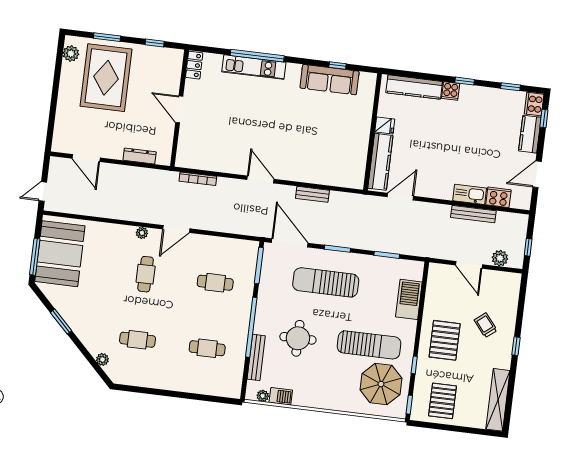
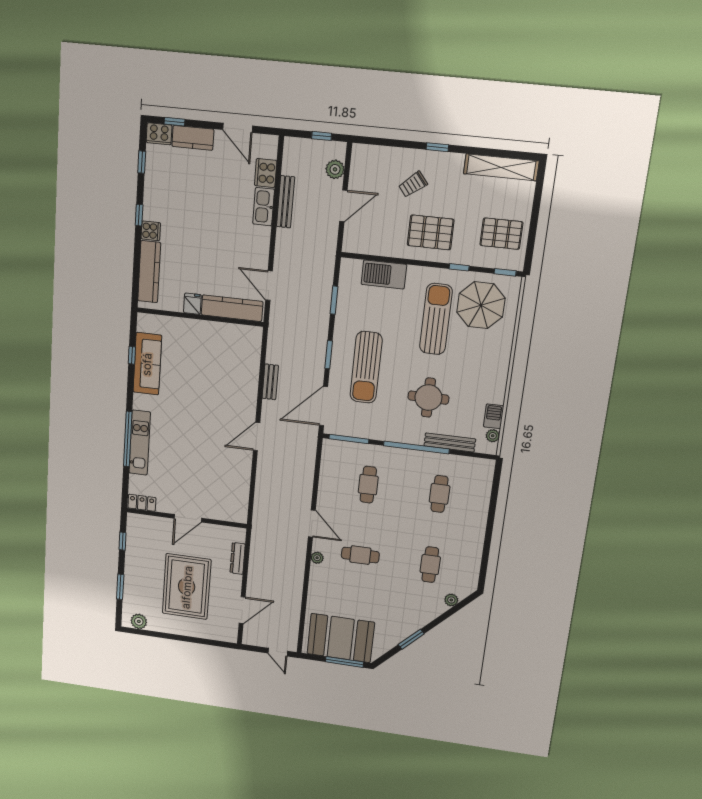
rug: (106, 78) -> (187, 587), moved, turned 90
bookcase: (198, 179) -> (259, 501), removed

